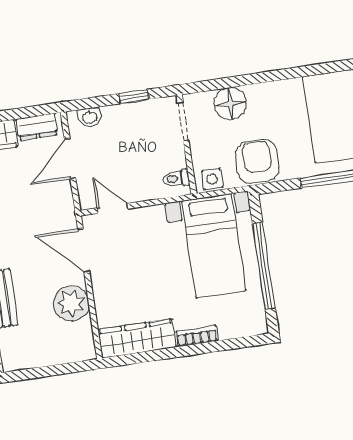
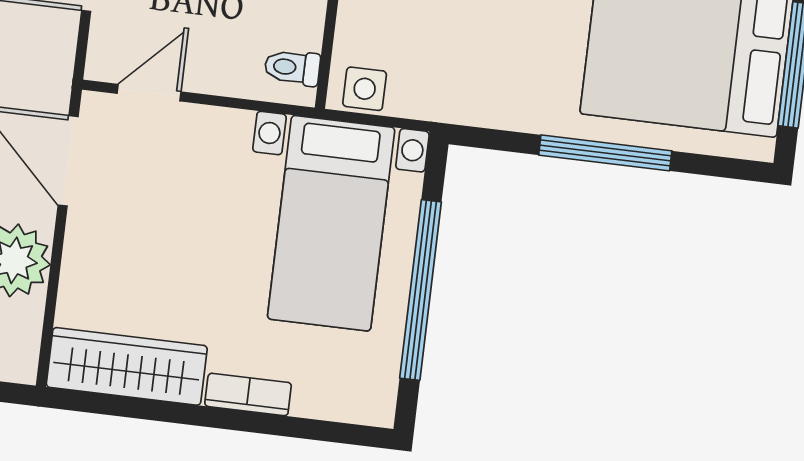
armchair: (257, 162) -> (465, 78), removed
door: (113, 208) -> (149, 93), hinge flipped

